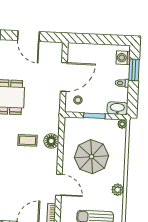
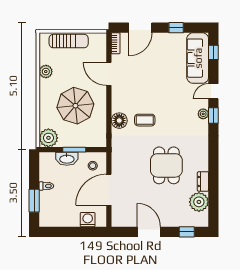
washing machine: (123, 58) -> (88, 220), moved, turned -90
washbasin: (117, 108) -> (67, 159), moved
plant: (122, 124) -> (48, 138), width x1.87, depth x1.87

